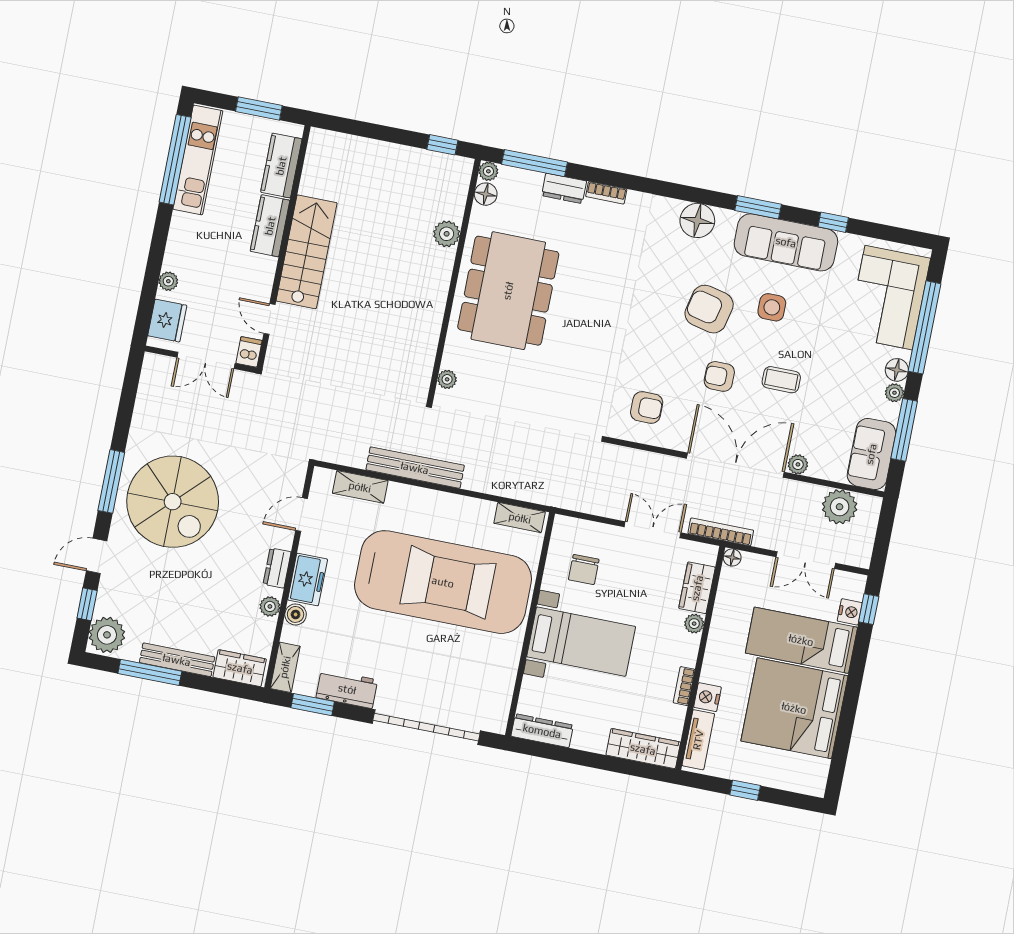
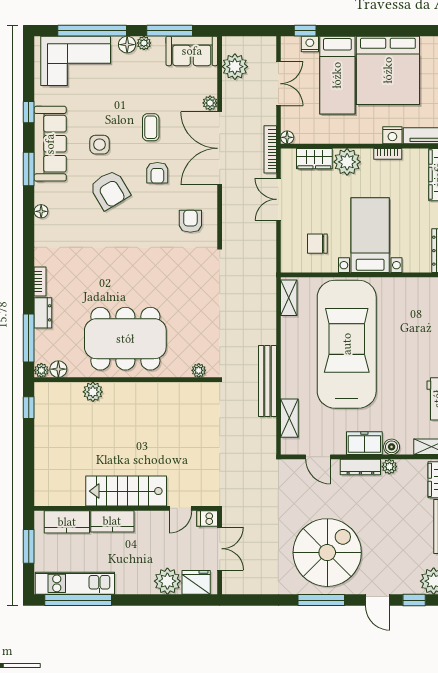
floor lamp: (697, 220) -> (41, 211), width x0.53, depth x0.53
plant: (168, 281) -> (167, 581), width x1.87, depth x1.87
armchair: (709, 309) -> (110, 190), turned -44
dresser: (277, 568) -> (360, 467), width x1.44
chair: (584, 569) -> (317, 244), turned 180
plant: (694, 624) -> (347, 162), width x1.88, depth x1.88

